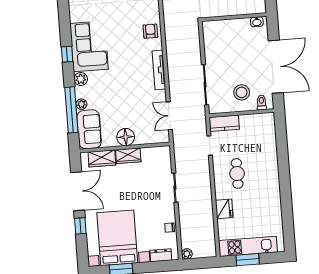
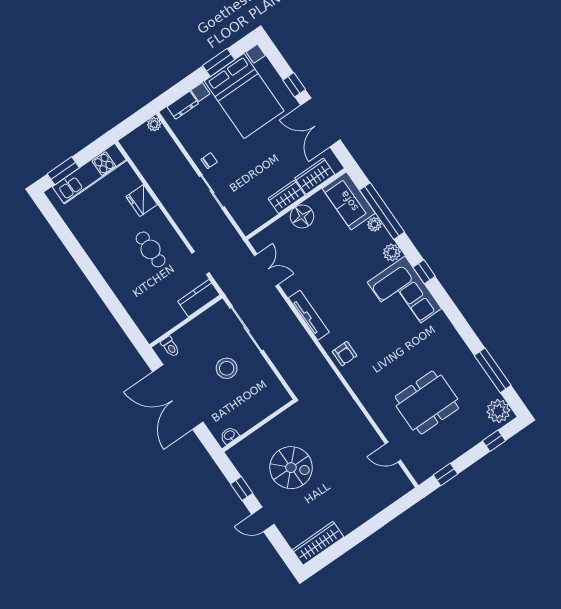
stool: (242, 92) -> (227, 368), moved
chair: (170, 228) -> (209, 161), moved
window: (248, 260) -> (63, 171), moved

